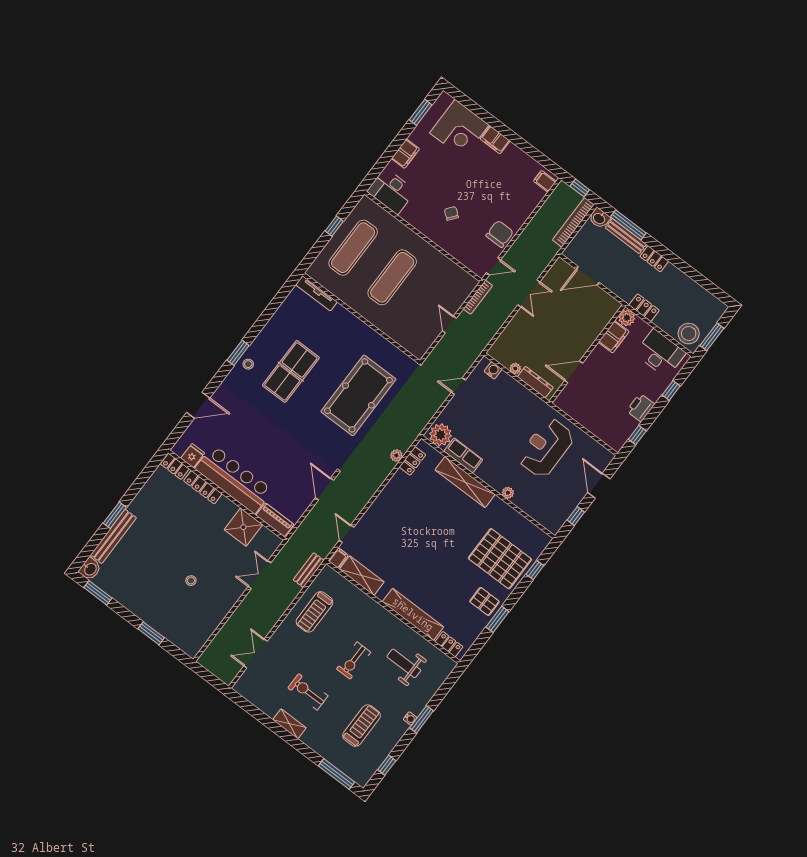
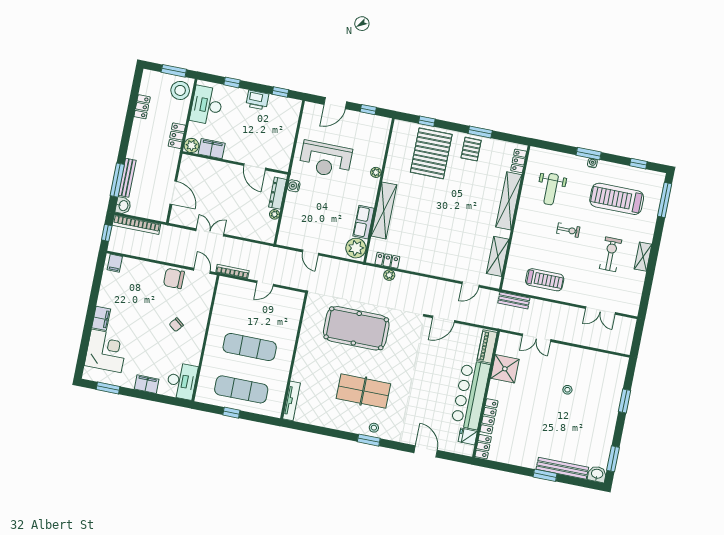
locker: (654, 259) -> (142, 107), moved
water cooler: (493, 370) -> (294, 186), moved
filing cabinet: (338, 558) -> (493, 282), removed
exercise bike: (354, 661) -> (568, 230), width x0.73, depth x0.72
exercise bike: (308, 692) -> (611, 254), turned 180
treadmill: (362, 726) -> (617, 199), width x1.37, depth x1.38

